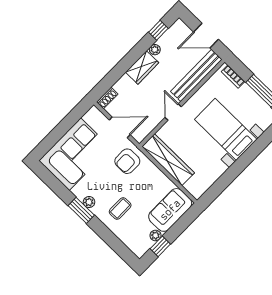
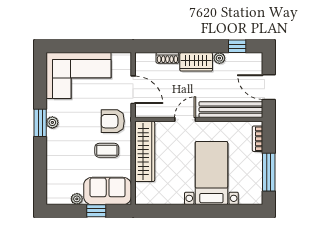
shoe rack: (107, 98) -> (167, 58), moved
coffee table: (120, 208) -> (107, 150), moved
window: (160, 246) -> (96, 211), moved

